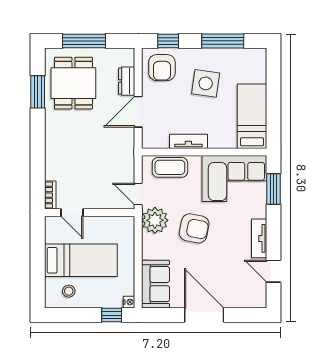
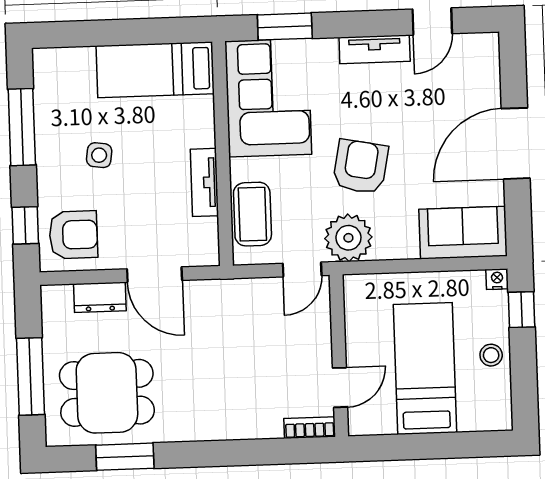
side table: (206, 83) -> (99, 155), width x0.54, depth x0.54
stool: (69, 291) -> (491, 355), moved

